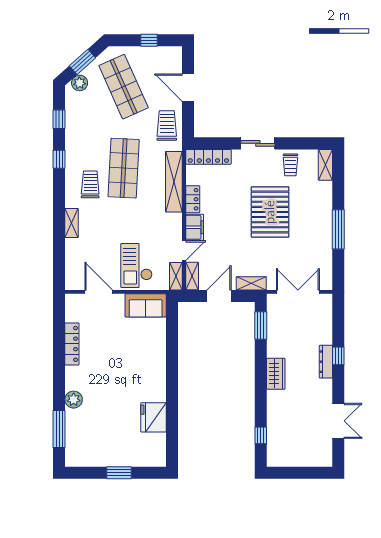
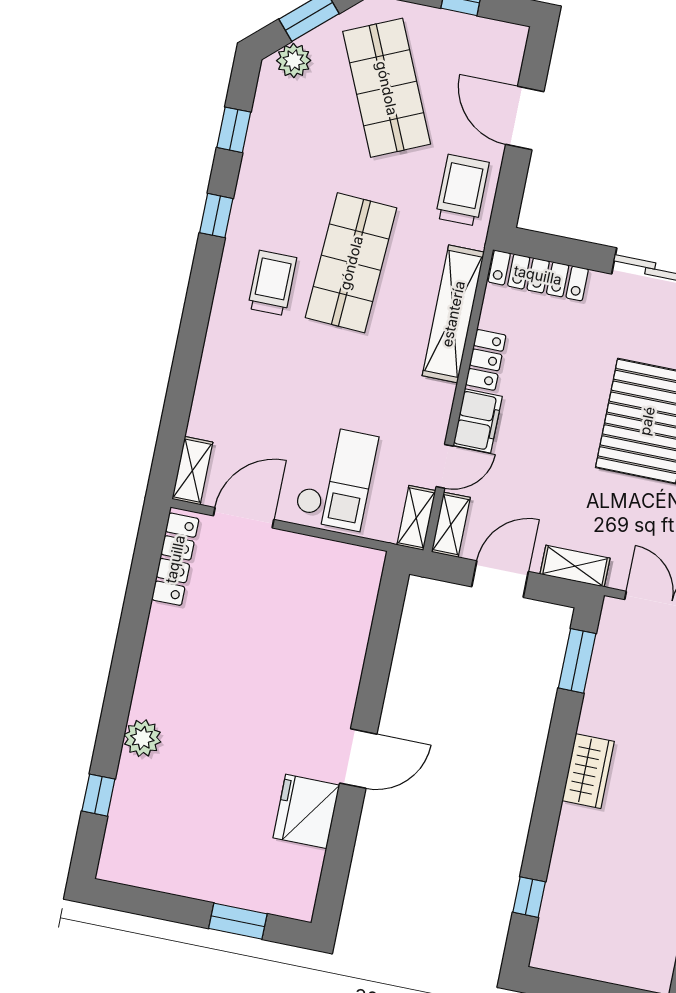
shelving: (72, 223) -> (192, 471), moved
checkout: (136, 265) -> (336, 478), turned 180
door: (99, 292) -> (244, 518), hinge flipped
sofa: (146, 305) -> (338, 567), removed
locker: (72, 344) -> (175, 559), moved
door: (172, 389) -> (358, 759), added
window: (59, 429) -> (98, 795), width x0.46
window: (119, 473) -> (238, 921), moved

